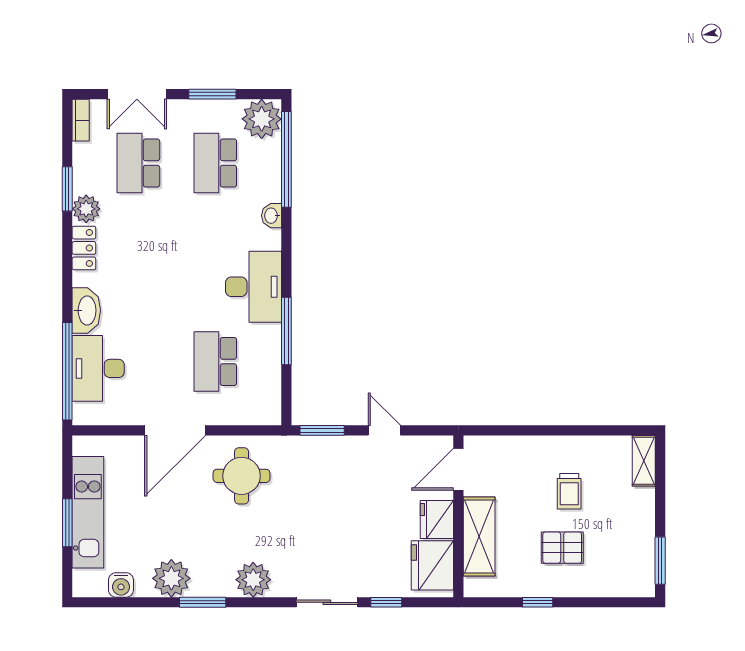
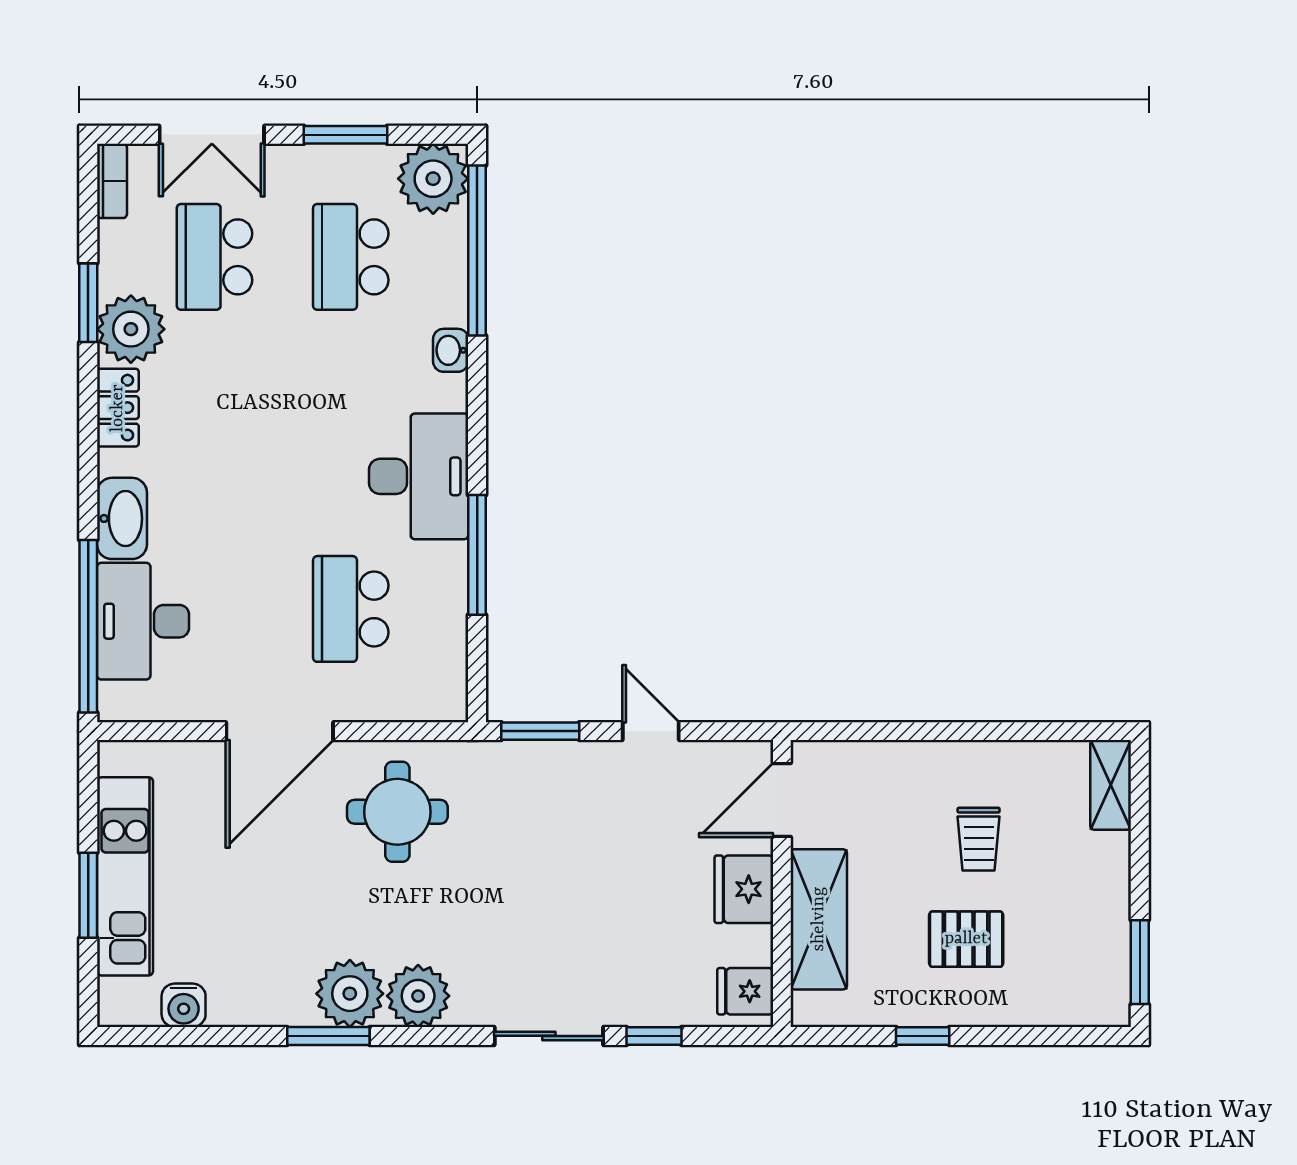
plant: (86, 209) -> (131, 329), width x1.36, depth x1.36
fridge: (432, 565) -> (745, 991), width x0.53, depth x0.75
plant: (171, 578) -> (350, 994), moved

